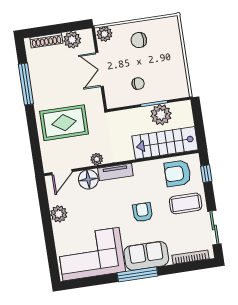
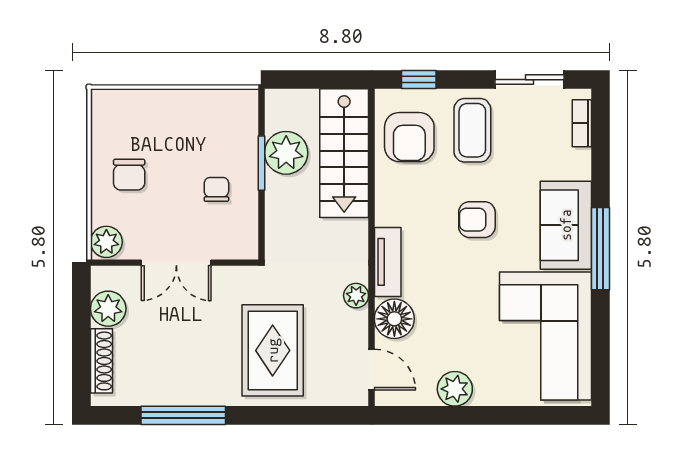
bookcase: (191, 257) -> (582, 123), width x0.64

